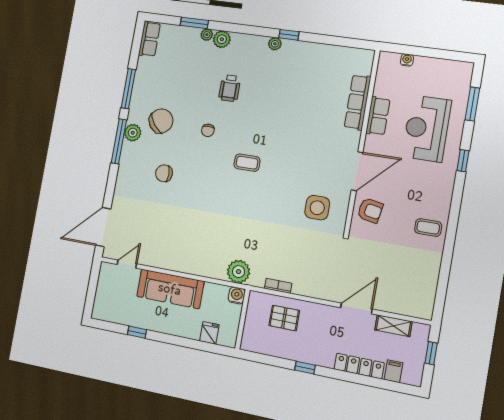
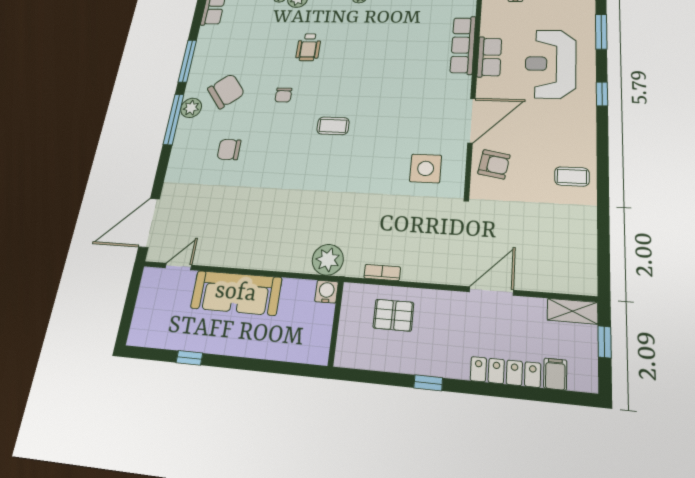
shelving: (393, 326) -> (572, 311), moved
fridge: (209, 333) -> (290, 348), removed

